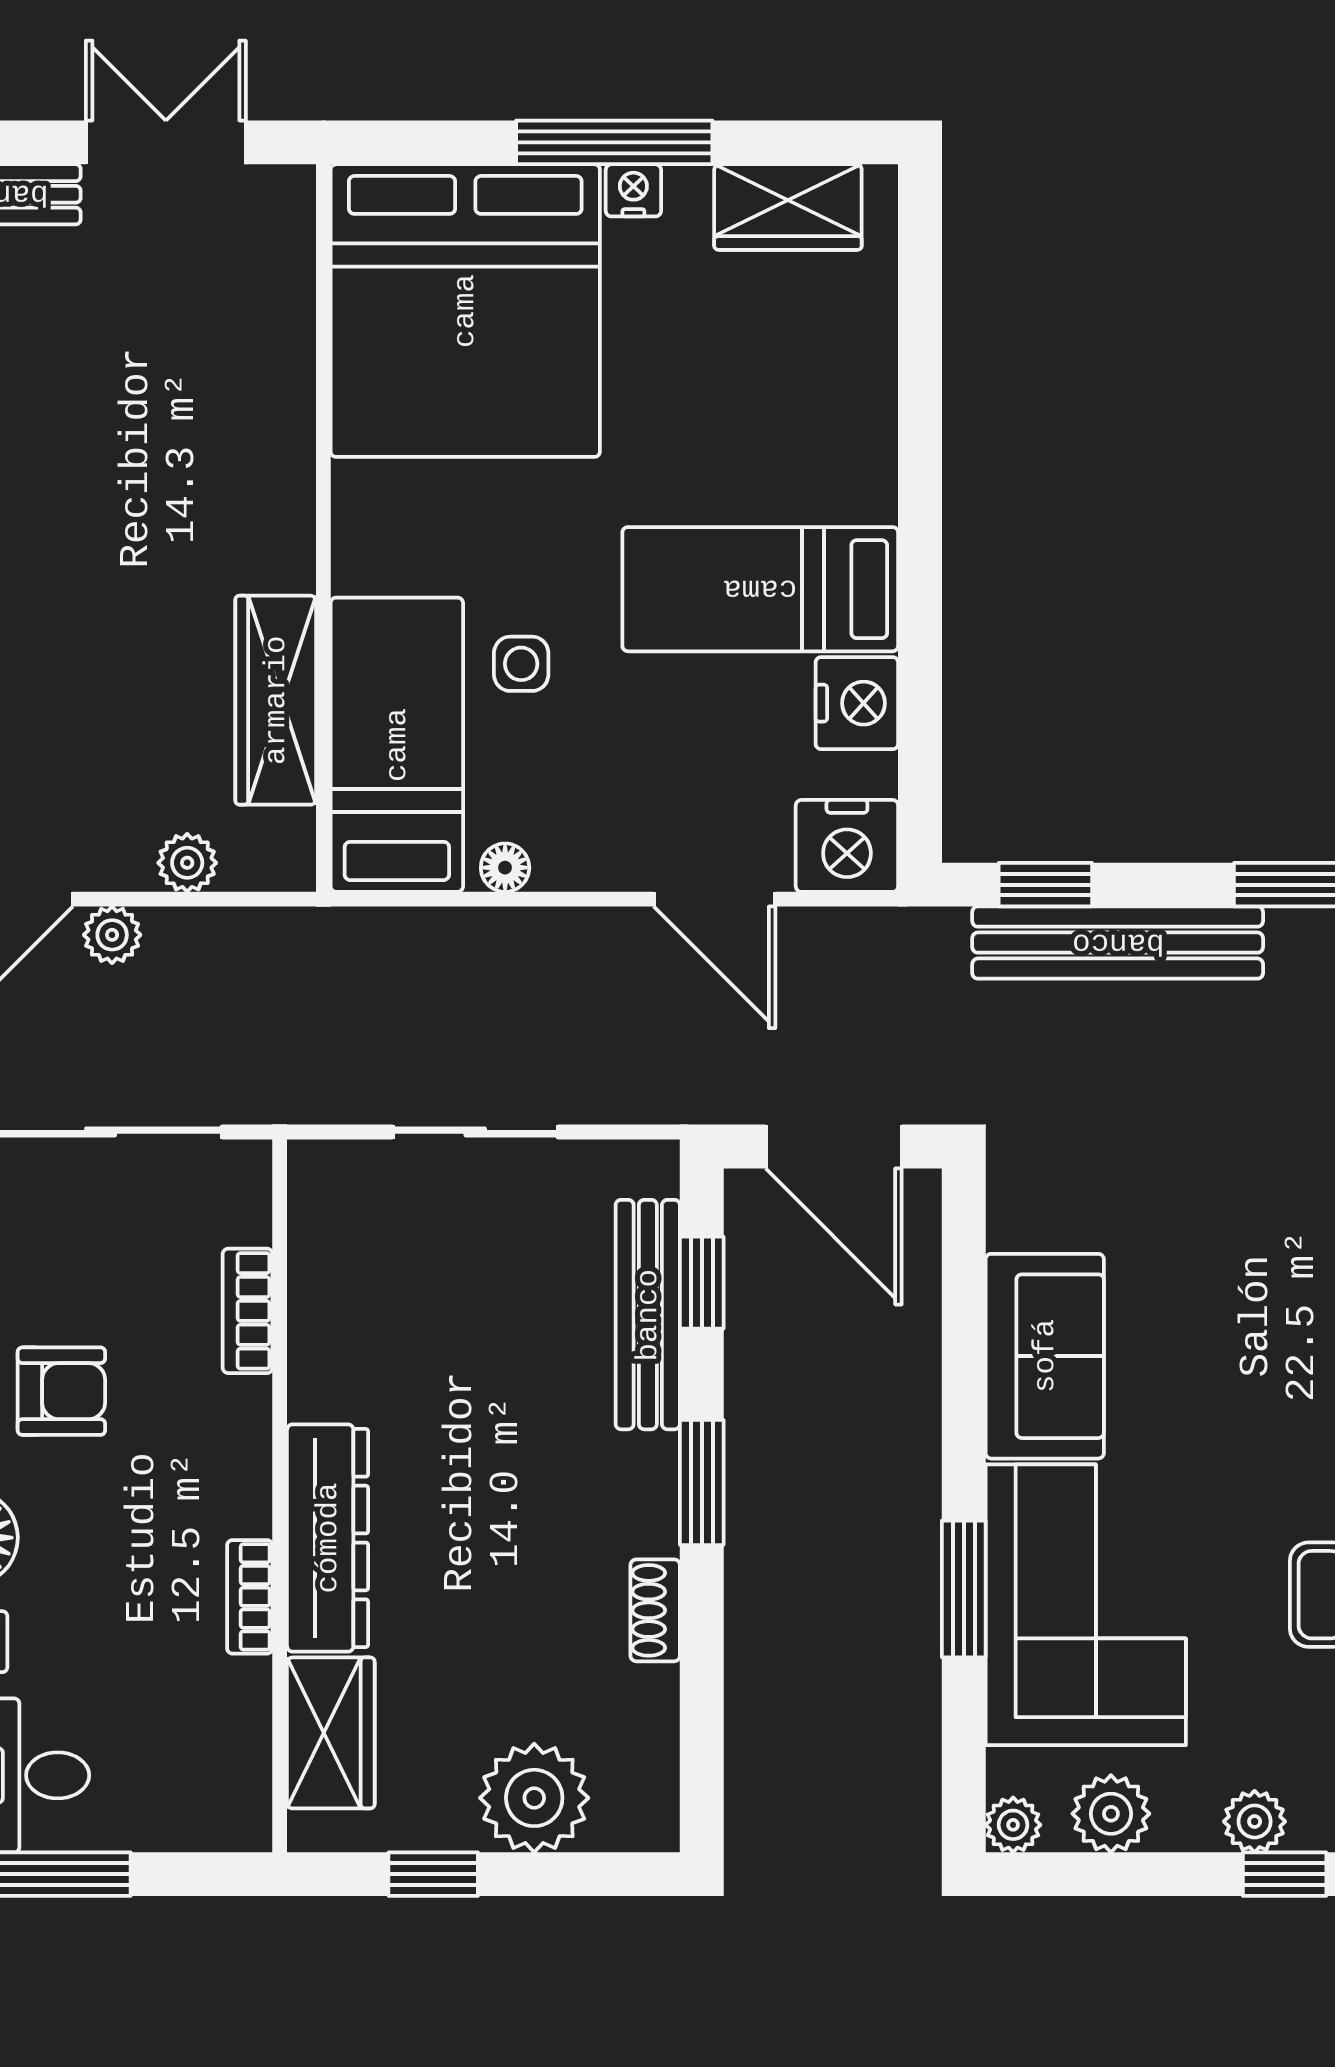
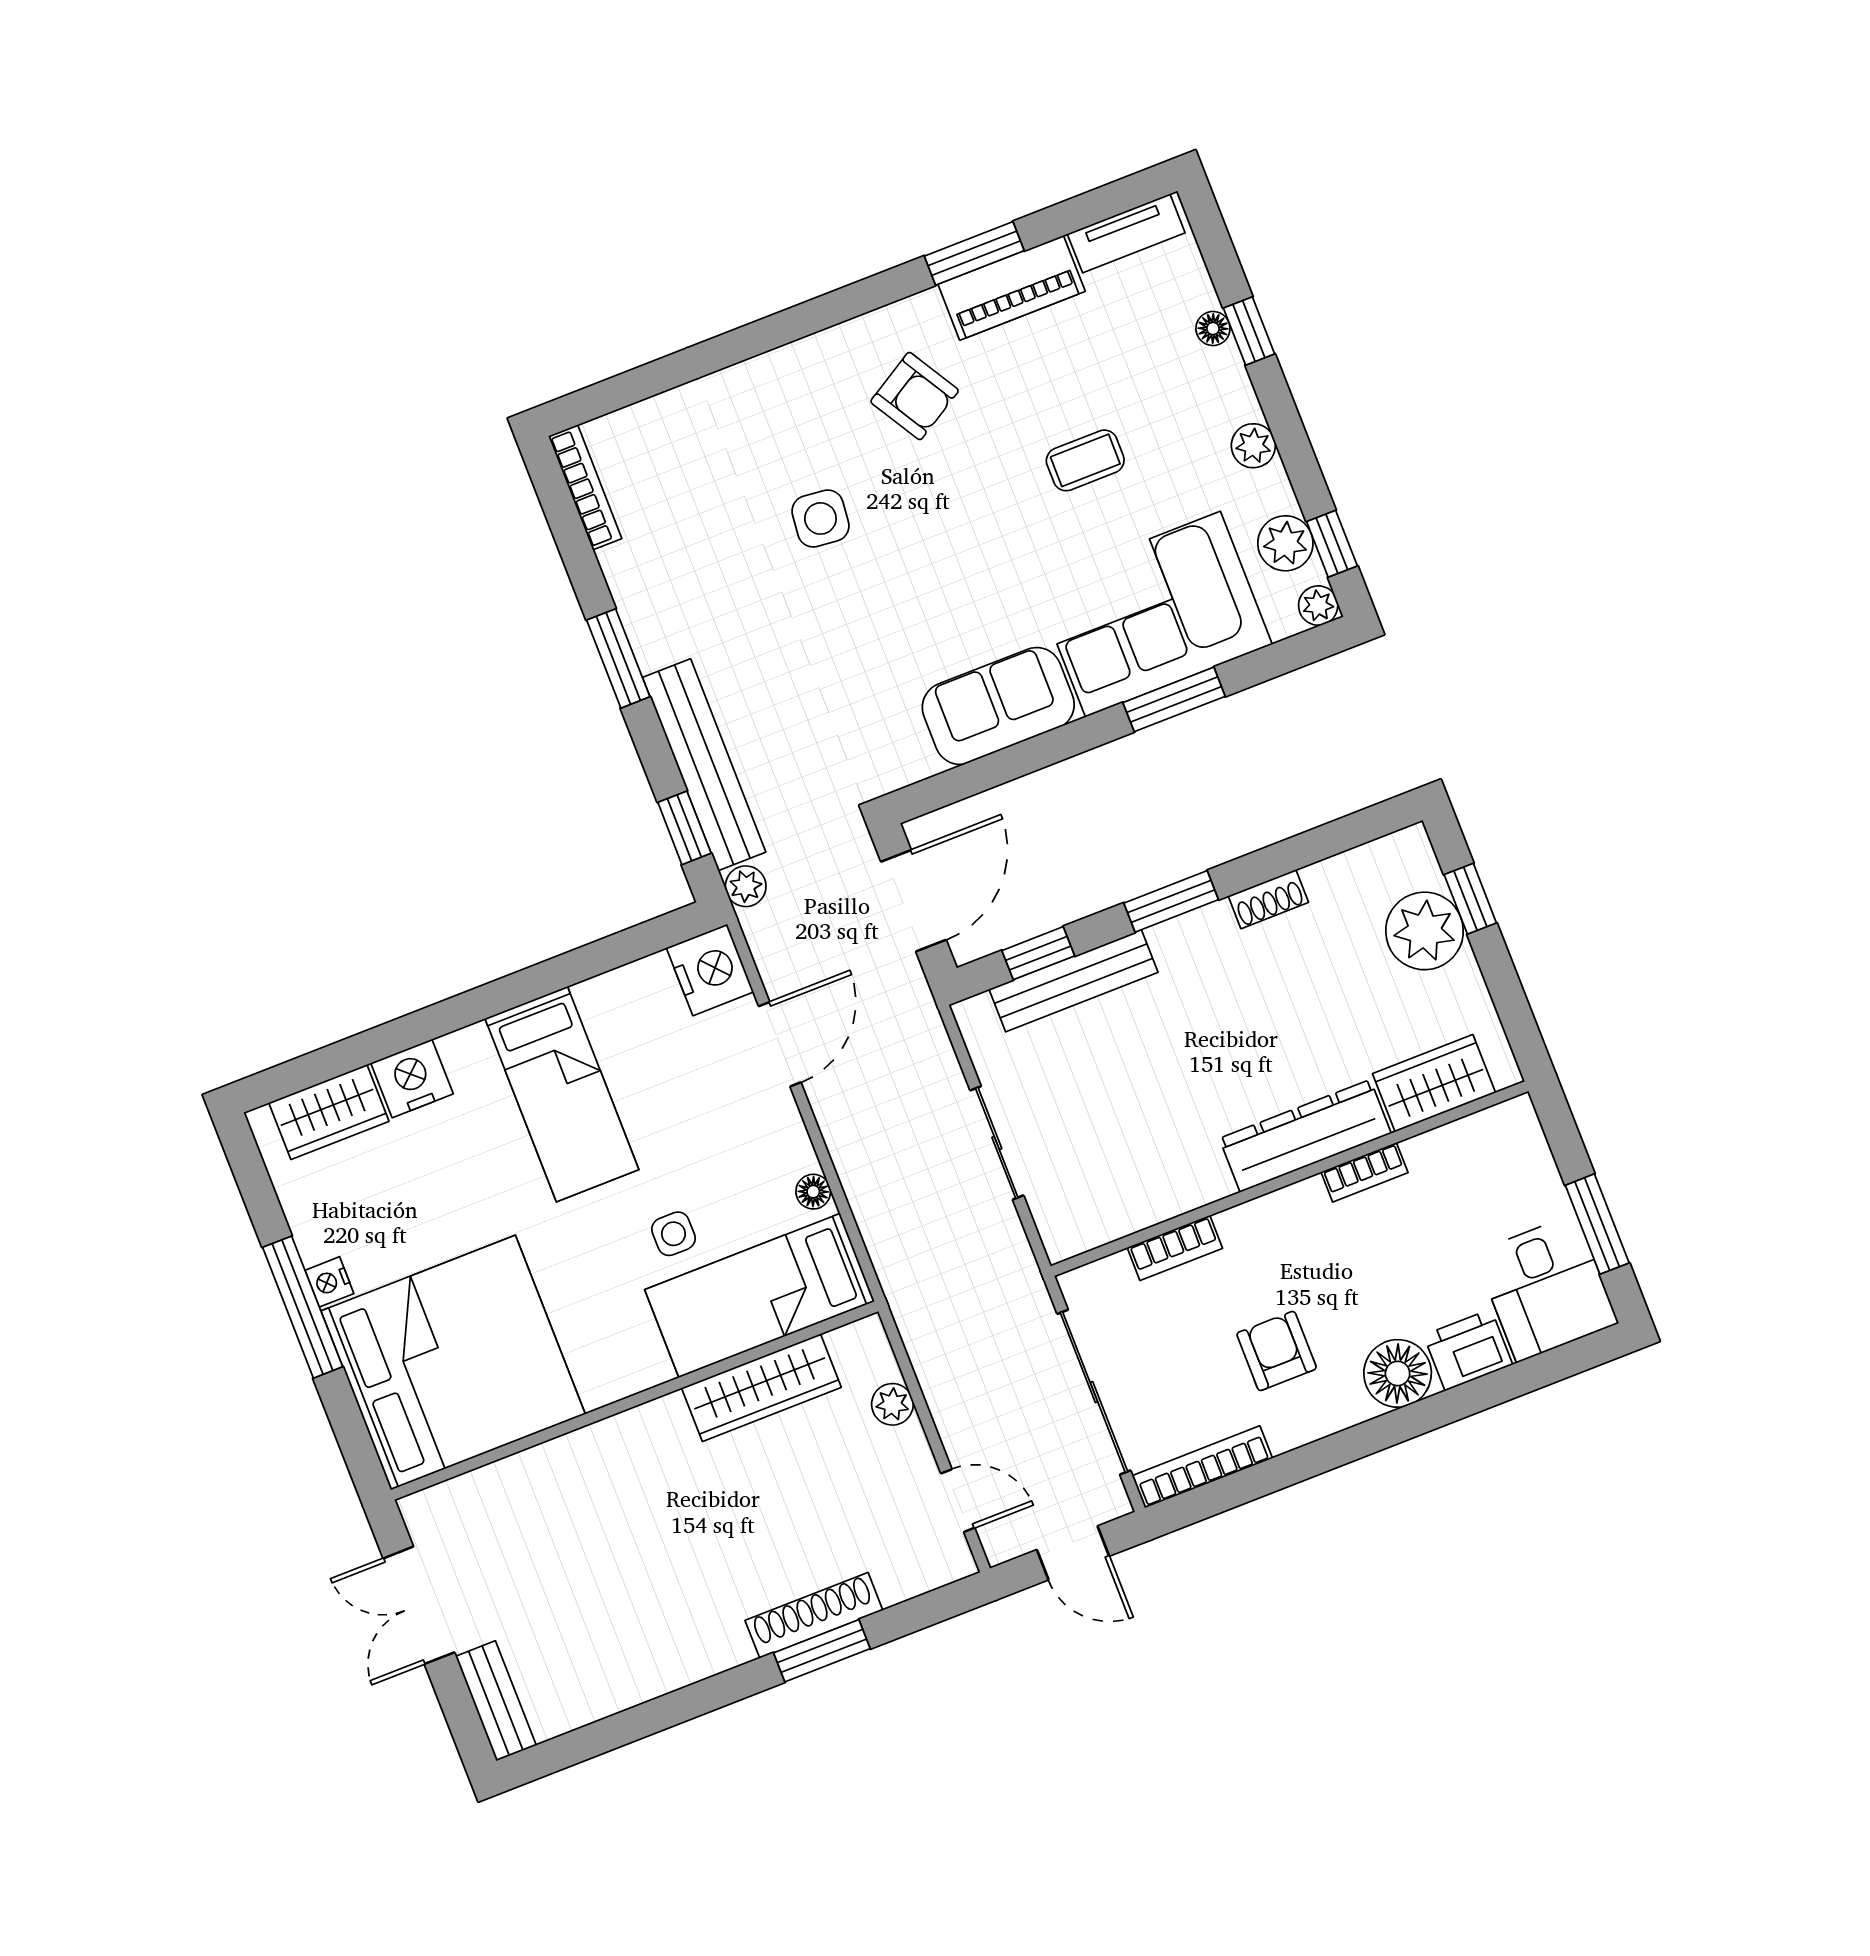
wardrobe: (788, 207) -> (329, 1112), moved, turned 90
nightstand: (857, 703) -> (412, 1078), moved
plant: (112, 935) -> (746, 886), moved
window: (433, 1874) -> (1470, 899), moved
window: (1285, 1874) -> (1332, 544), moved

